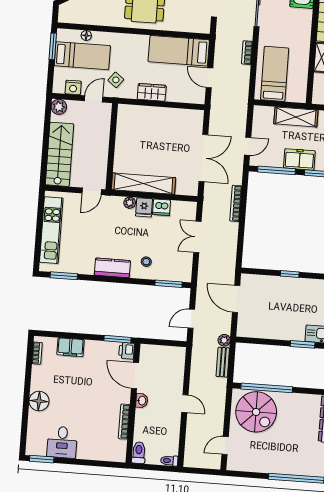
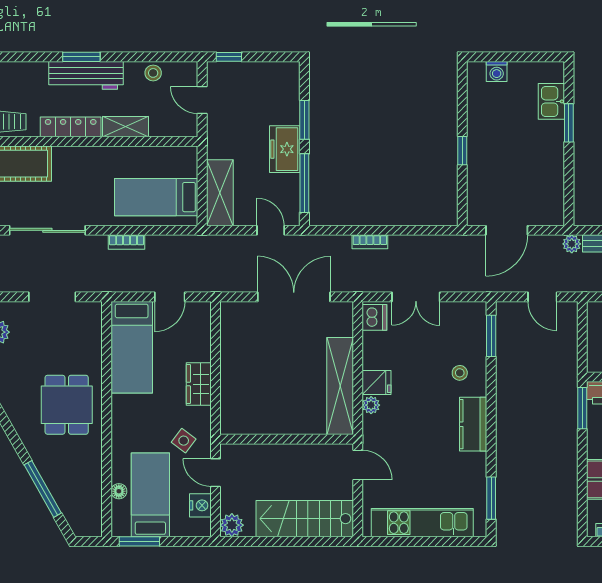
shelving: (296, 117) -> (220, 193), moved
bookcase: (236, 203) -> (370, 242), width x0.64
dishwasher: (161, 207) -> (374, 317), moved

